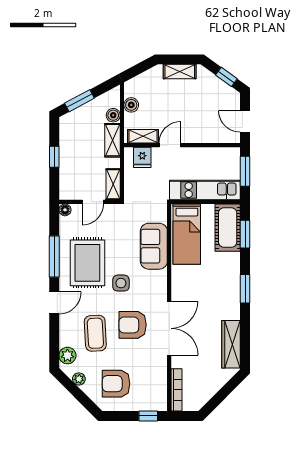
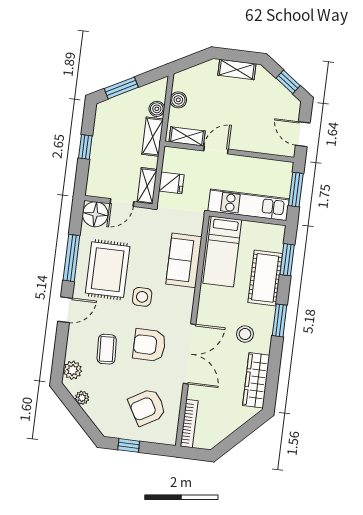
fridge: (142, 157) -> (171, 183), moved, turned -90
floor lamp: (65, 210) -> (95, 214), width x1.89, depth x1.89
cot: (228, 228) -> (265, 278), moved
stool: (216, 305) -> (245, 334), added
coffee table: (95, 333) -> (107, 349), width x0.73, depth x0.77
armchair: (116, 384) -> (147, 407), moved, turned -30
window: (148, 416) -> (129, 445), moved

